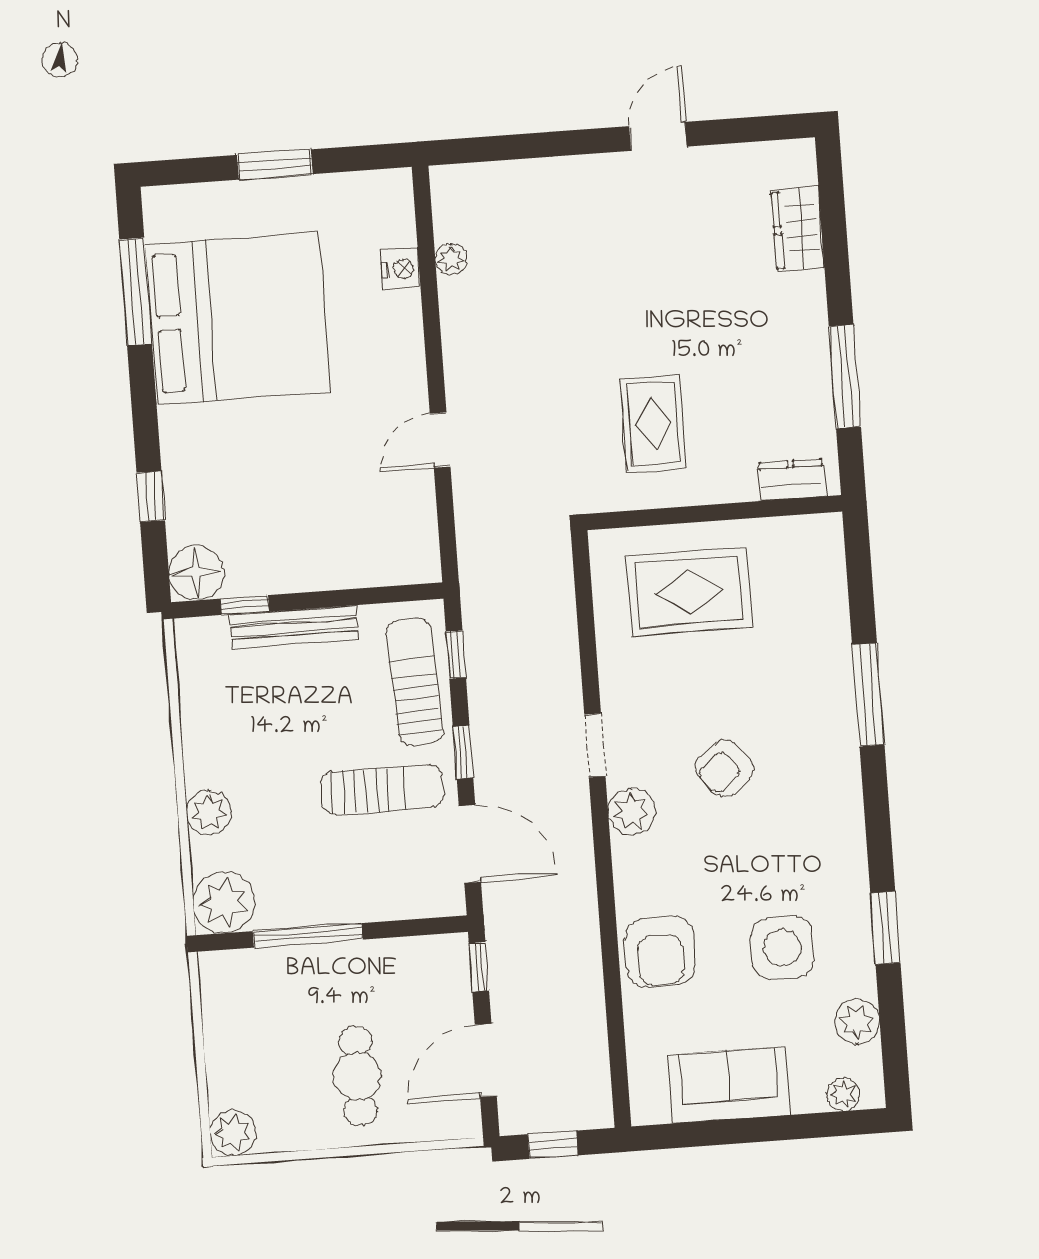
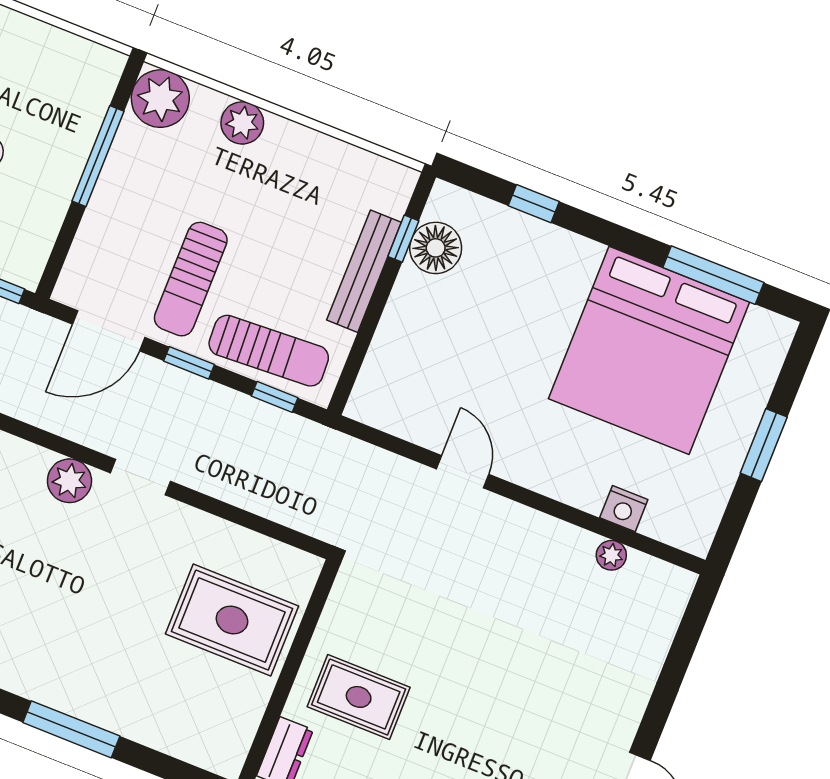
rug: (653, 424) -> (359, 697), moved
floor lamp: (196, 573) -> (436, 248), moved
rug: (689, 592) -> (232, 620), turned 90
armchair: (724, 768) -> (68, 577), removed

